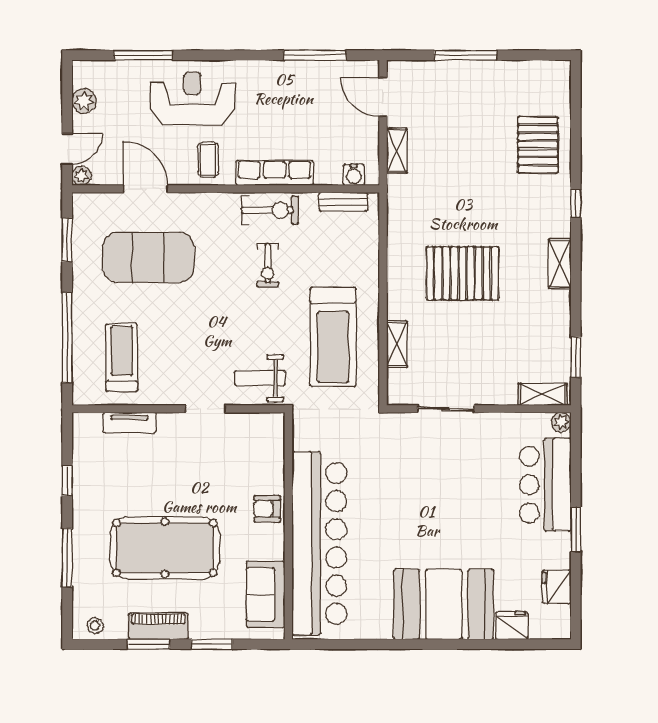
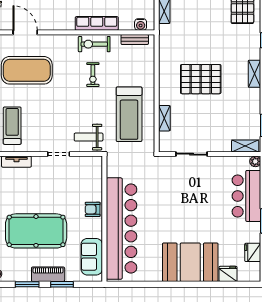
coffee table: (208, 160) -> (60, 16), removed
exercise bike: (270, 210) -> (94, 44), turned 180
piano: (158, 626) -> (48, 274), moved

